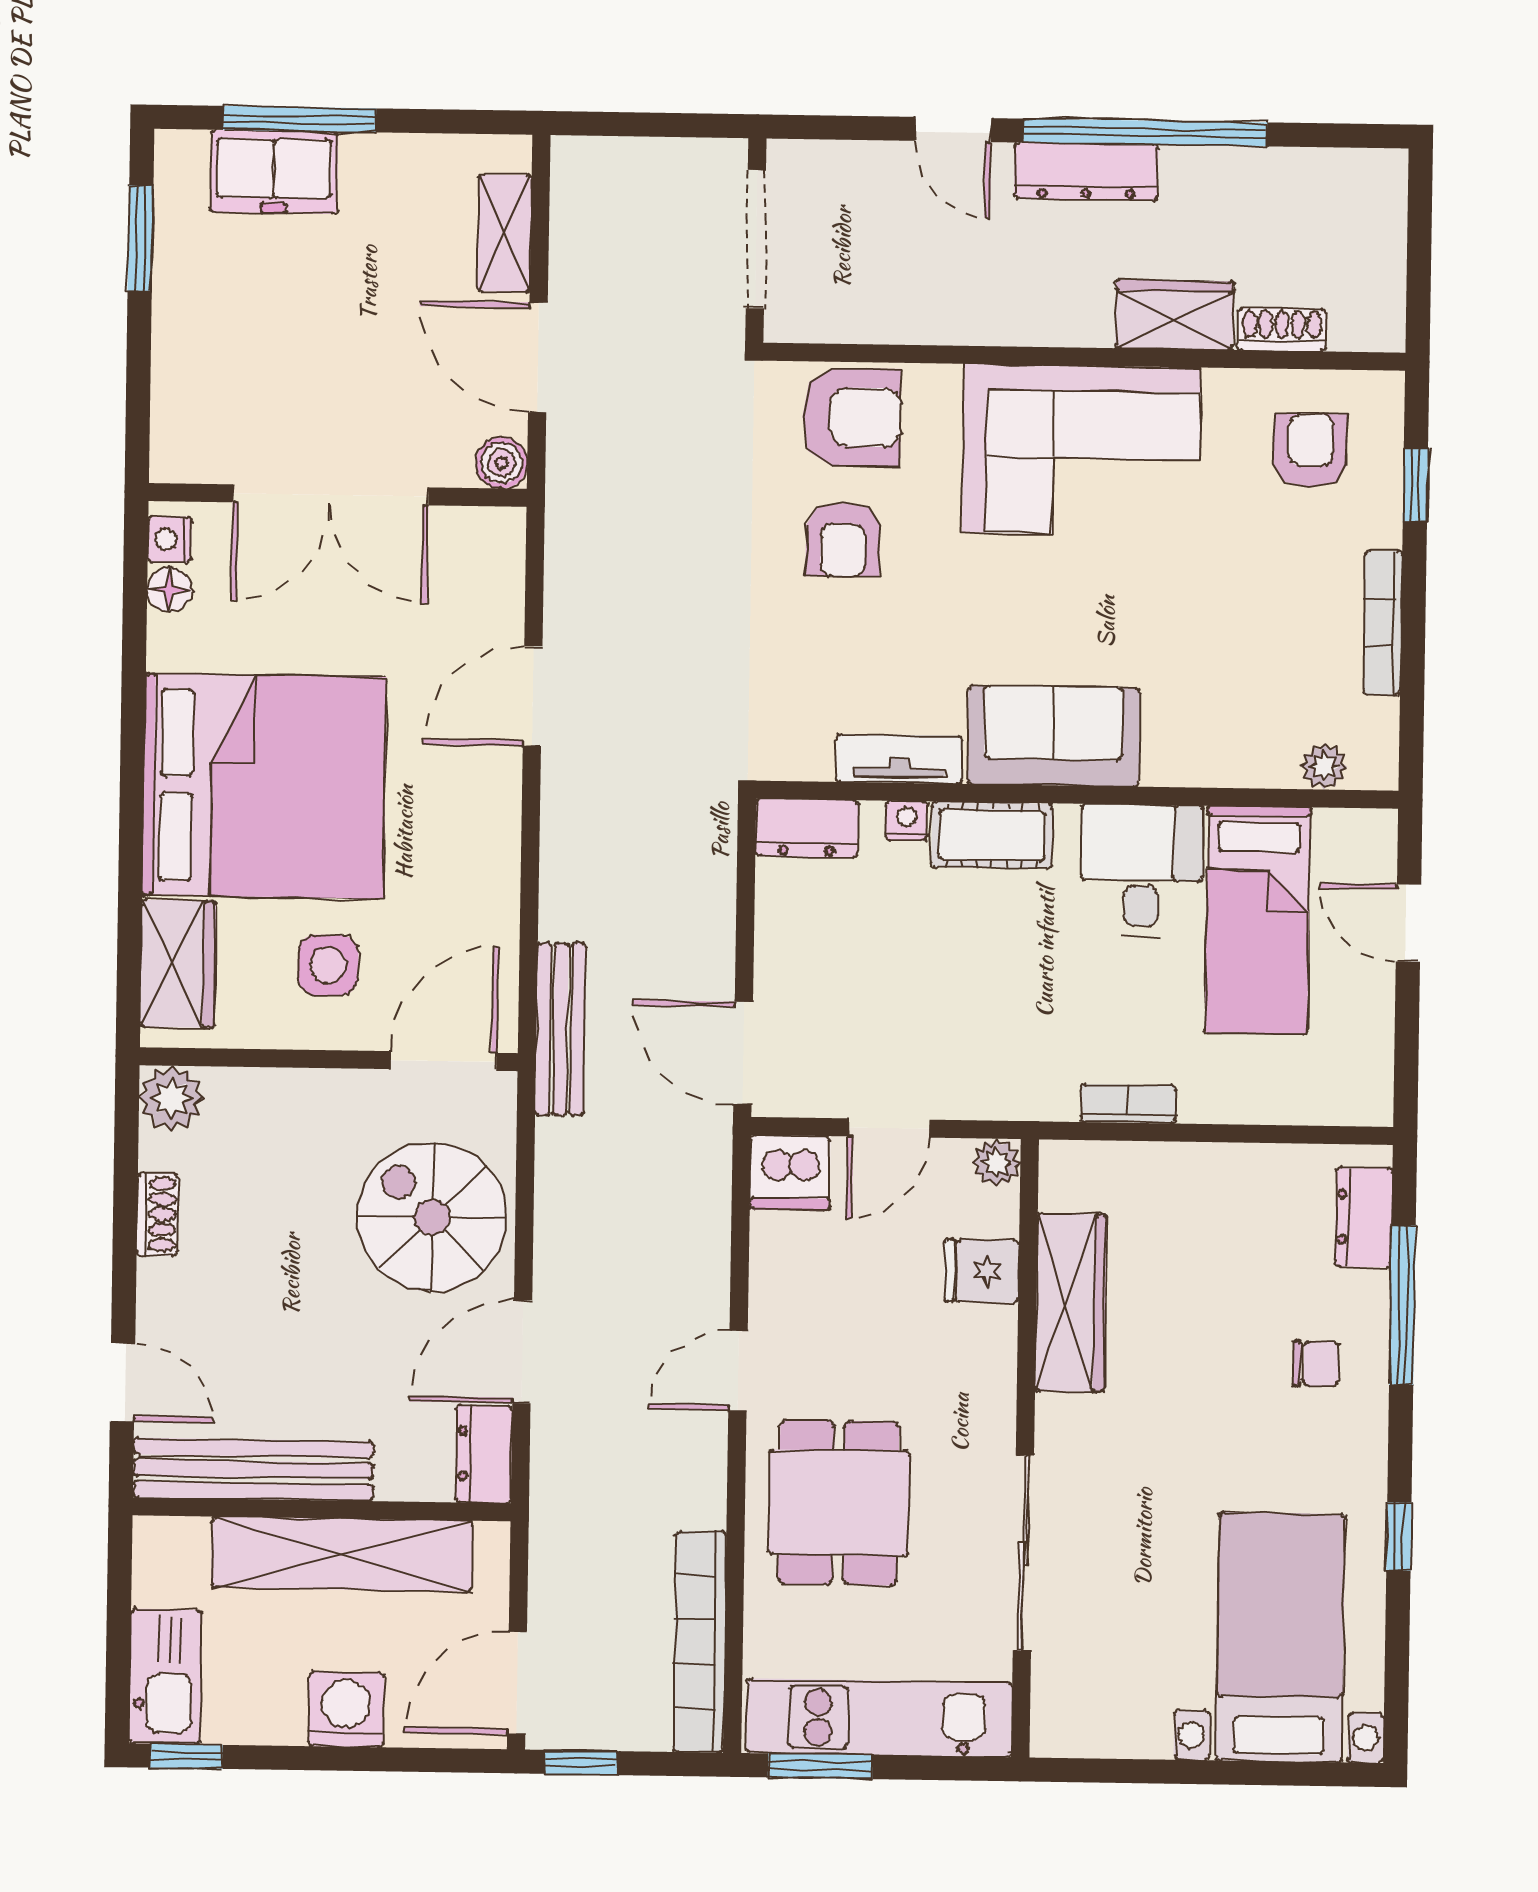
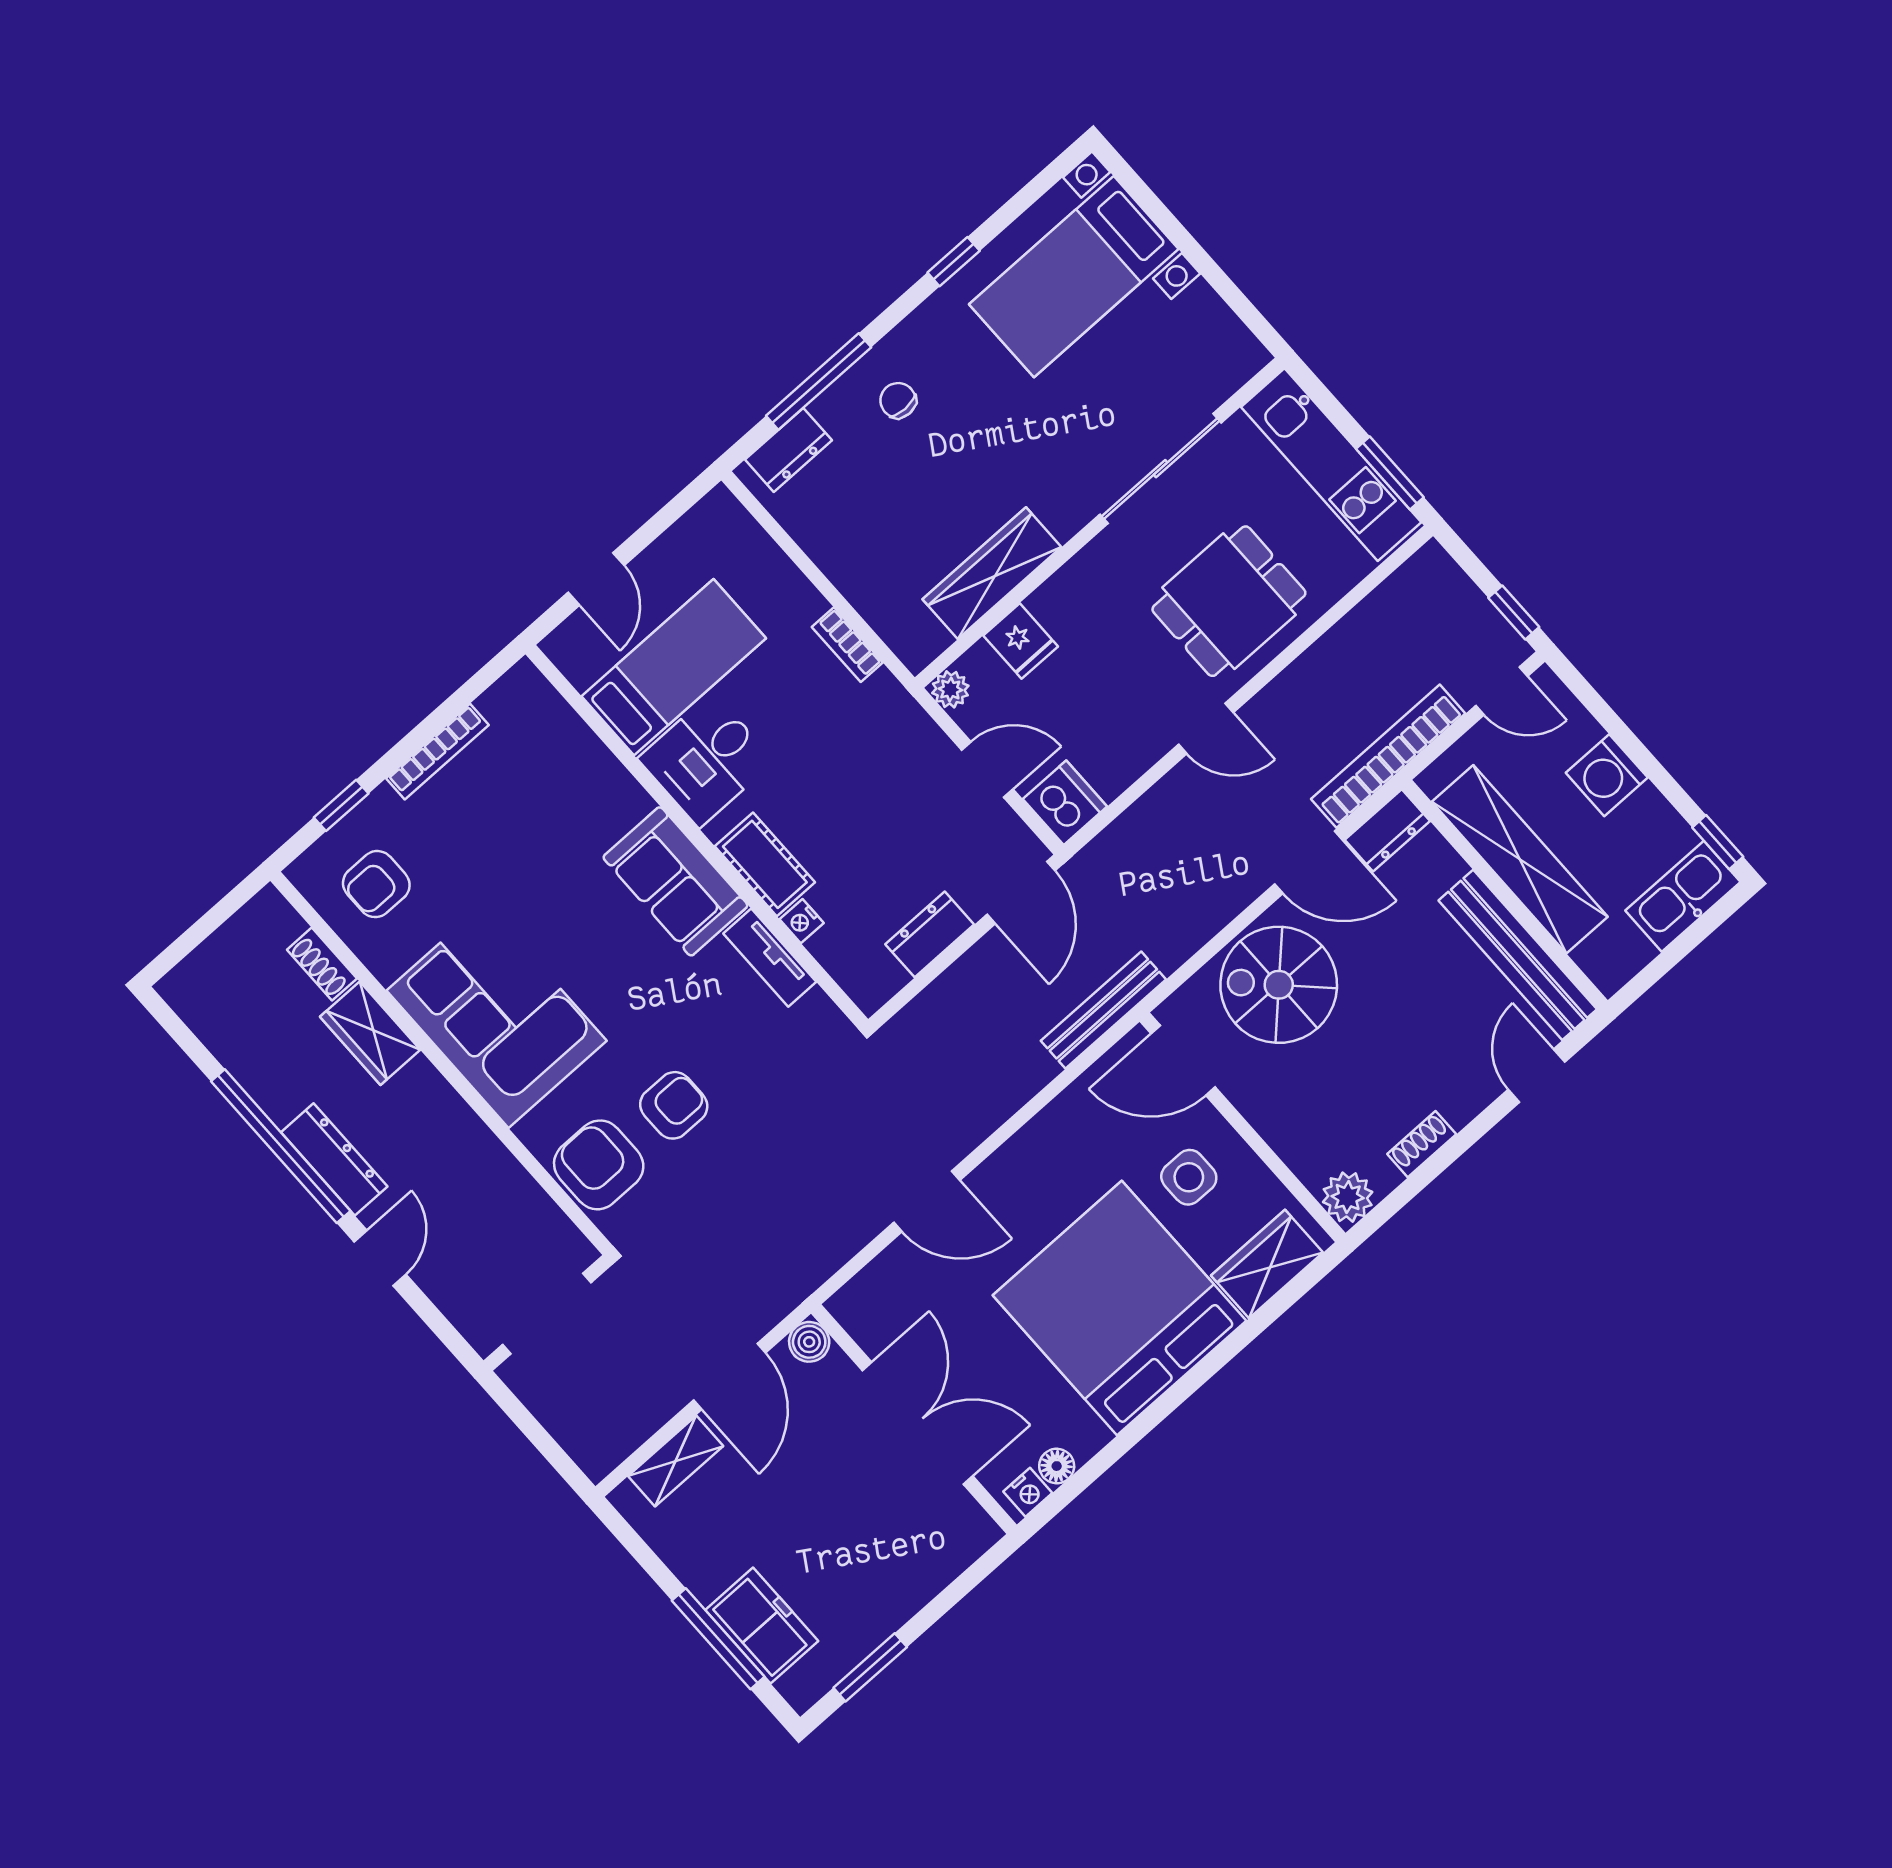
plant: (1324, 767) -> (551, 710), removed
dresser: (807, 828) -> (930, 934), moved, turned -90
spiral stairs: (432, 1217) -> (1279, 985), turned 90
bookcase: (700, 1642) -> (1388, 756), moved, turned 180
door: (517, 1683) -> (1502, 691), width x0.73

